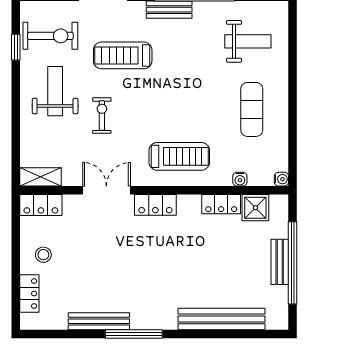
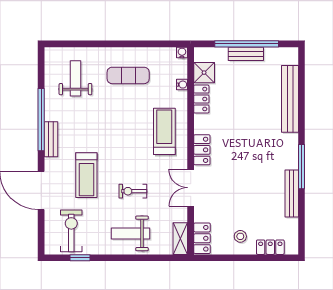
weight bench: (55, 91) -> (130, 233), moved

